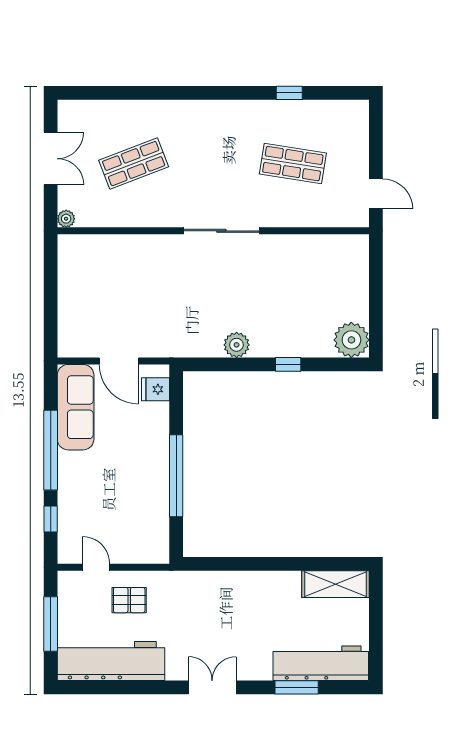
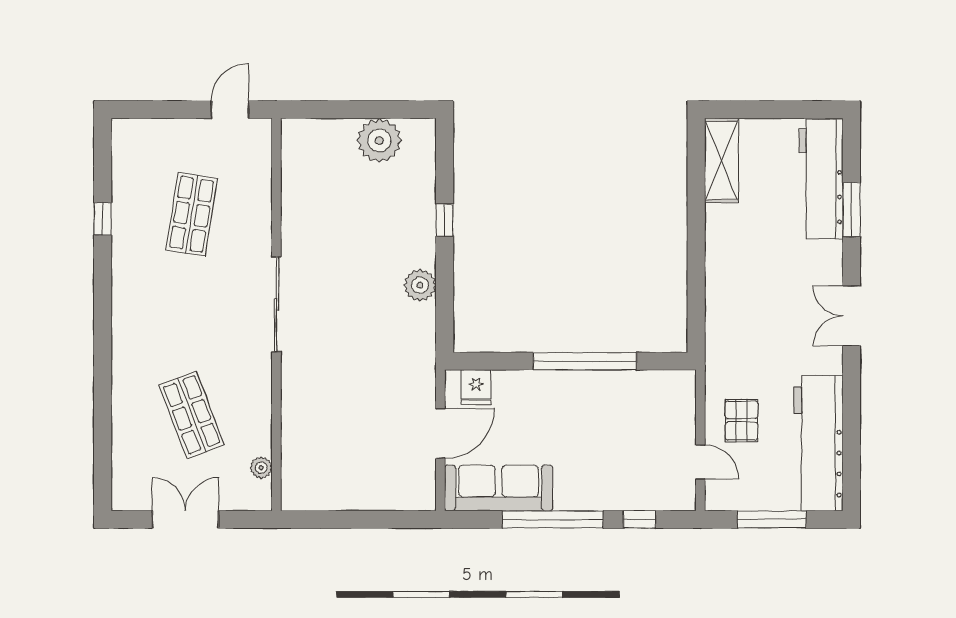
plant: (66, 219) -> (261, 468), moved
plant: (351, 340) -> (379, 140), moved
door: (96, 567) -> (700, 462), swing flipped

